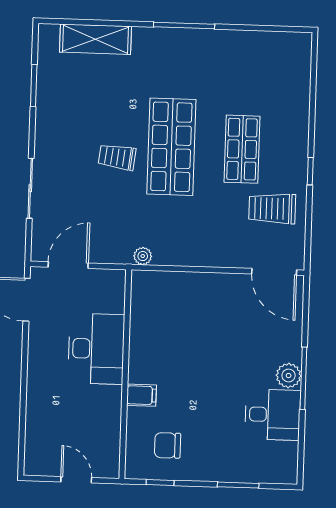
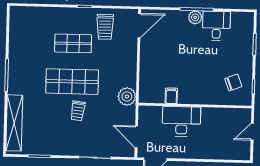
shelving: (95, 39) -> (14, 123), width x1.47
plant: (143, 256) -> (127, 96), width x1.87, depth x1.87
filing cabinet: (141, 395) -> (171, 96), moved
chair: (168, 445) -> (233, 82), turned -111

